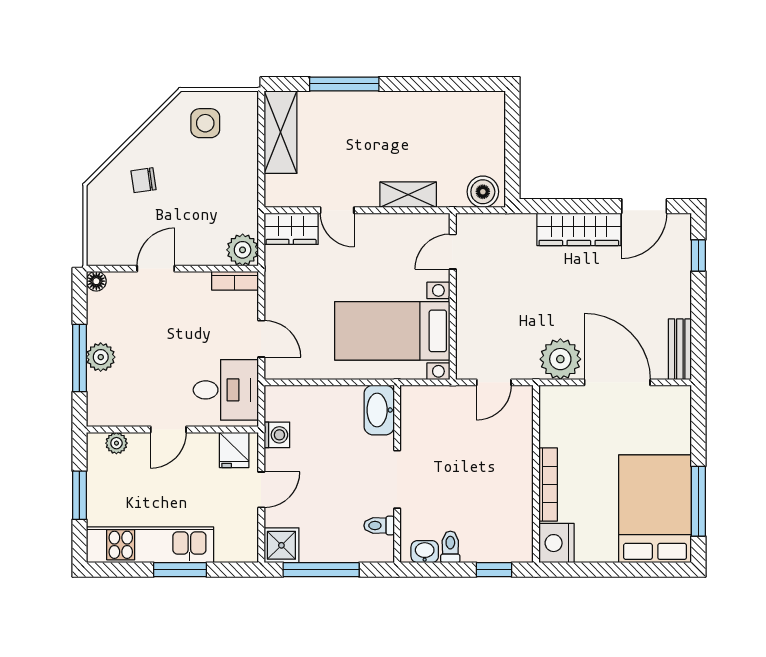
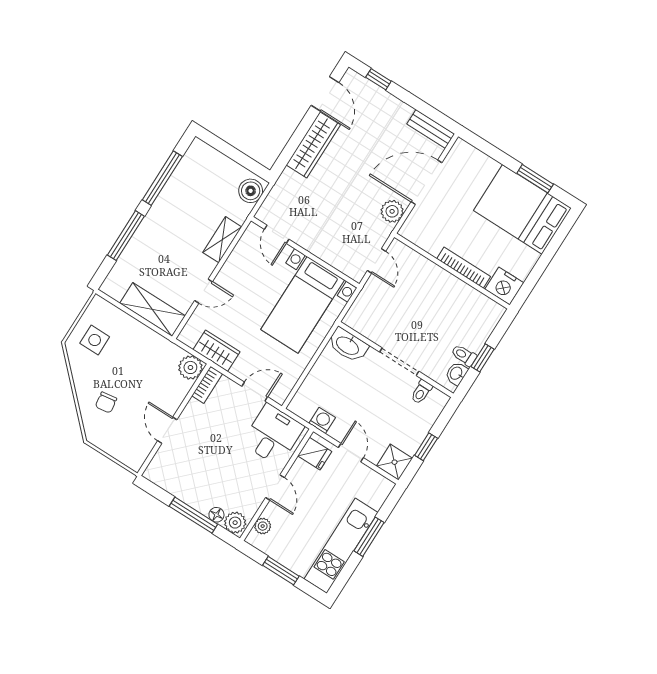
window: (434, 84) -> (162, 178), added
shelving: (280, 132) -> (153, 309), moved
wardrobe: (291, 229) -> (217, 351), moved, turned -90
floor lamp: (96, 281) -> (216, 515), moved
plant: (101, 357) -> (235, 523), moved
plant: (560, 359) -> (392, 211), width x0.73, depth x0.73
window: (698, 501) -> (535, 179), width x0.69
window: (321, 570) -> (426, 447), width x0.46
window: (494, 570) -> (482, 358), moved

